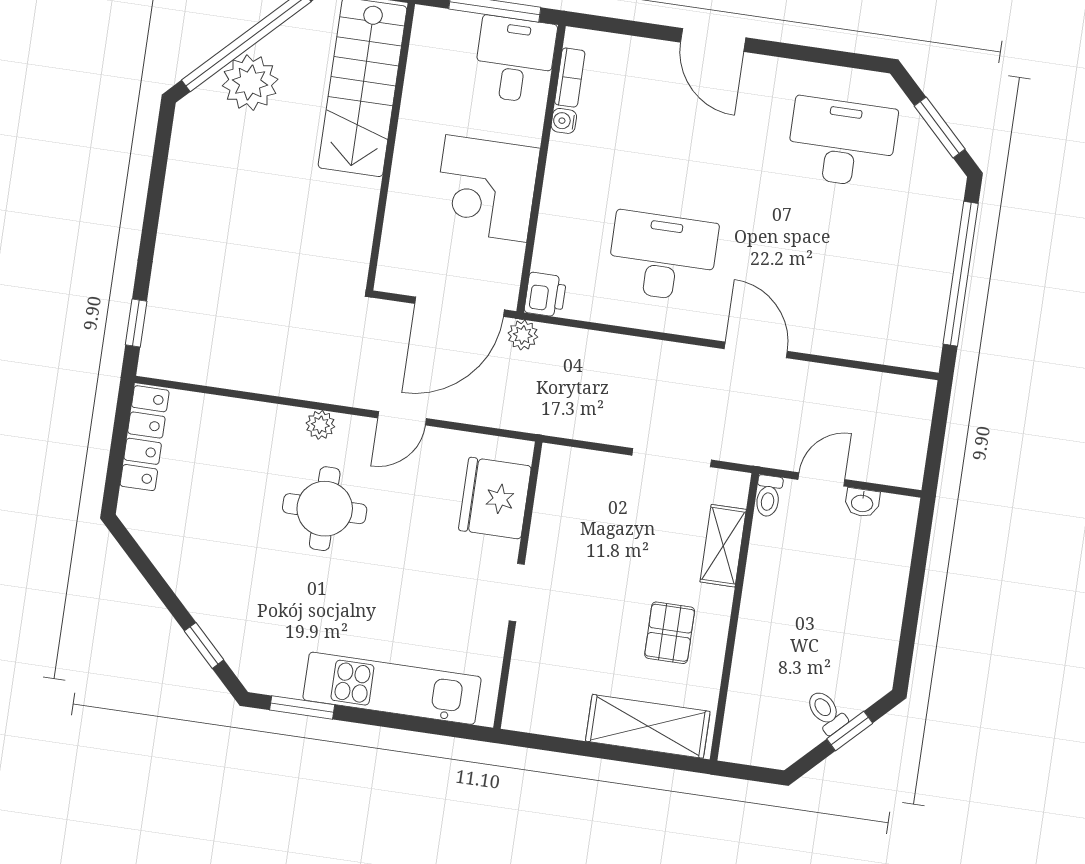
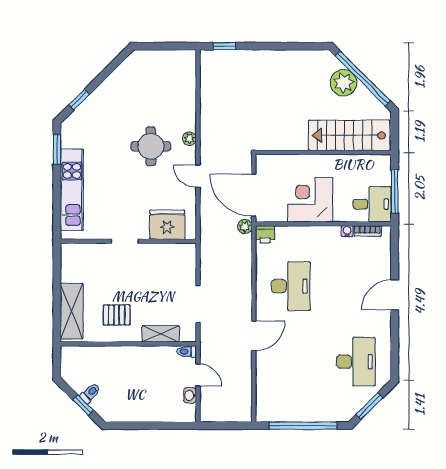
locker: (145, 438) -> (171, 58), removed

